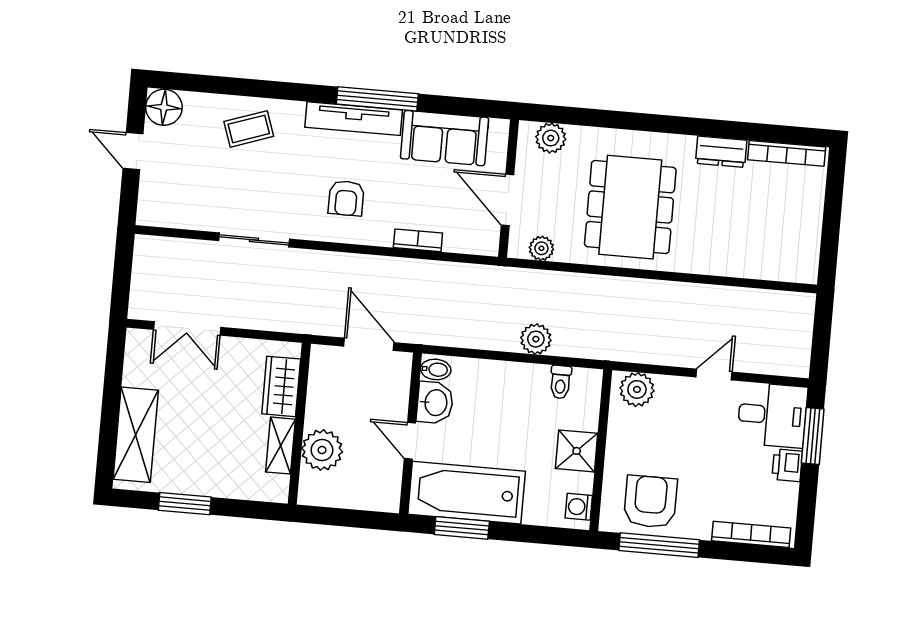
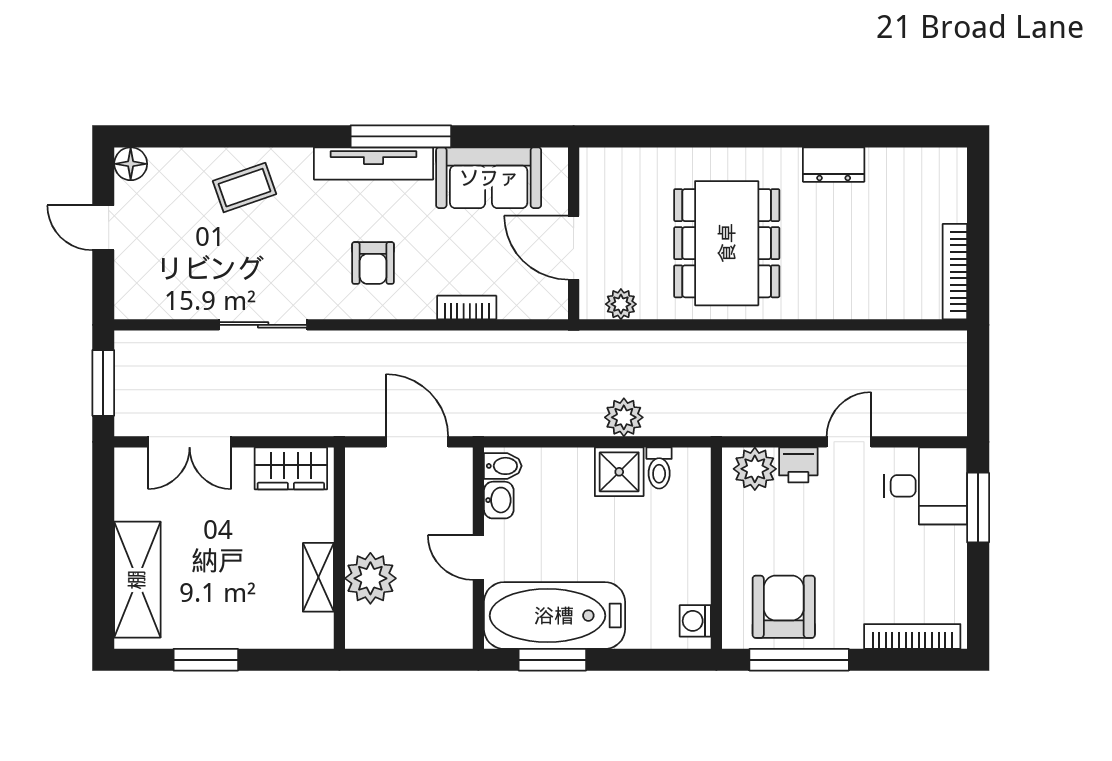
floor lamp: (164, 107) -> (131, 164), width x0.73, depth x0.73
plant: (551, 138) -> (620, 166), removed
bookcase: (787, 153) -> (955, 272), moved, turned 90
window: (122, 275) -> (103, 383), added
wardrobe: (281, 386) -> (291, 468), moved, turned -90
washbasin: (435, 403) -> (499, 500), width x0.72, depth x0.69
shower: (577, 451) -> (619, 472), moved
printer: (787, 465) -> (798, 465), moved, turned -90

